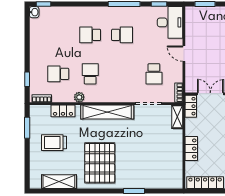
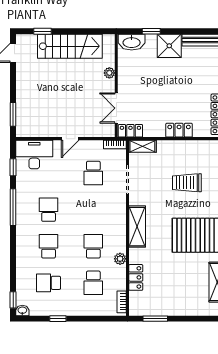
school desk: (58, 35) -> (49, 283), added
school desk: (90, 35) -> (49, 246), turned 180
school desk: (90, 74) -> (93, 246), turned 90
school desk: (154, 74) -> (93, 173), turned 90
window: (27, 79) -> (58, 319), moved
shelving: (107, 112) -> (137, 227), width x0.68
trolley: (54, 143) -> (187, 183), moved, turned 90

